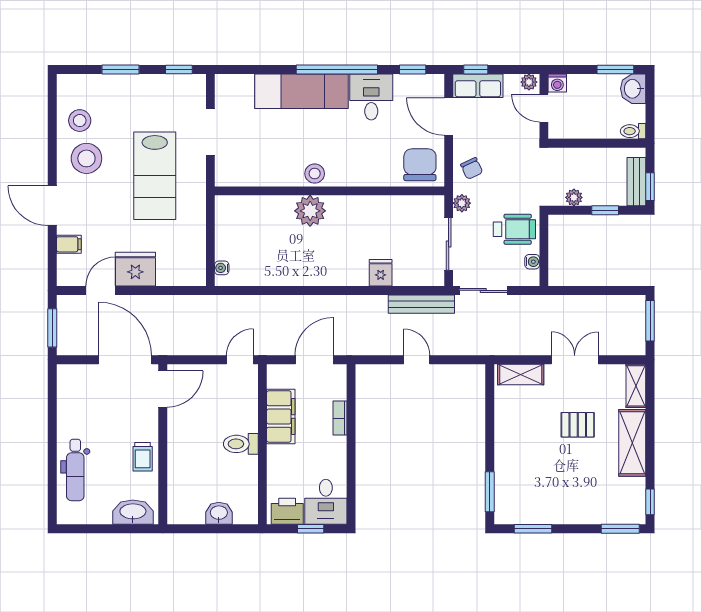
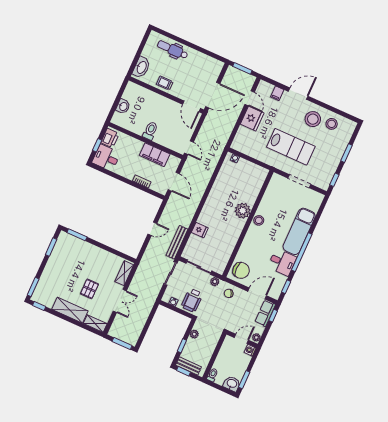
lab bench: (155, 176) -> (291, 147), turned 180

